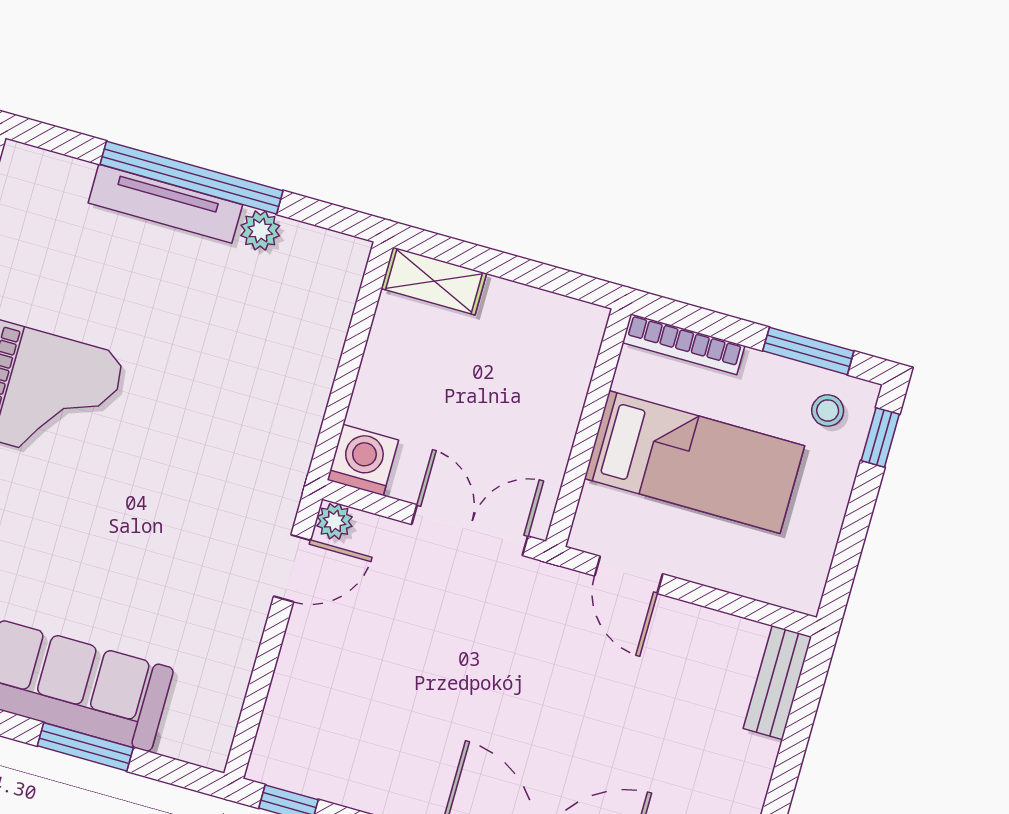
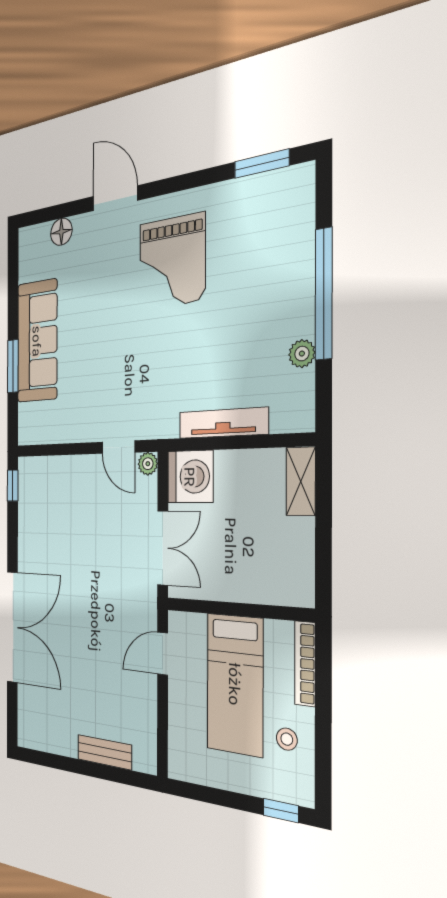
tv unit: (165, 204) -> (223, 423), moved, turned 90
window: (808, 351) -> (323, 753), removed
stool: (828, 410) -> (287, 739), moved
washing machine: (363, 460) -> (190, 477), width x1.37, depth x1.37
bench: (777, 683) -> (104, 752), moved

